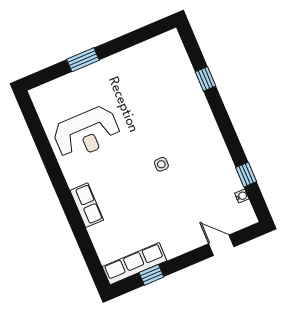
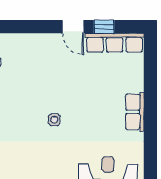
door: (221, 245) -> (73, 27), moved

